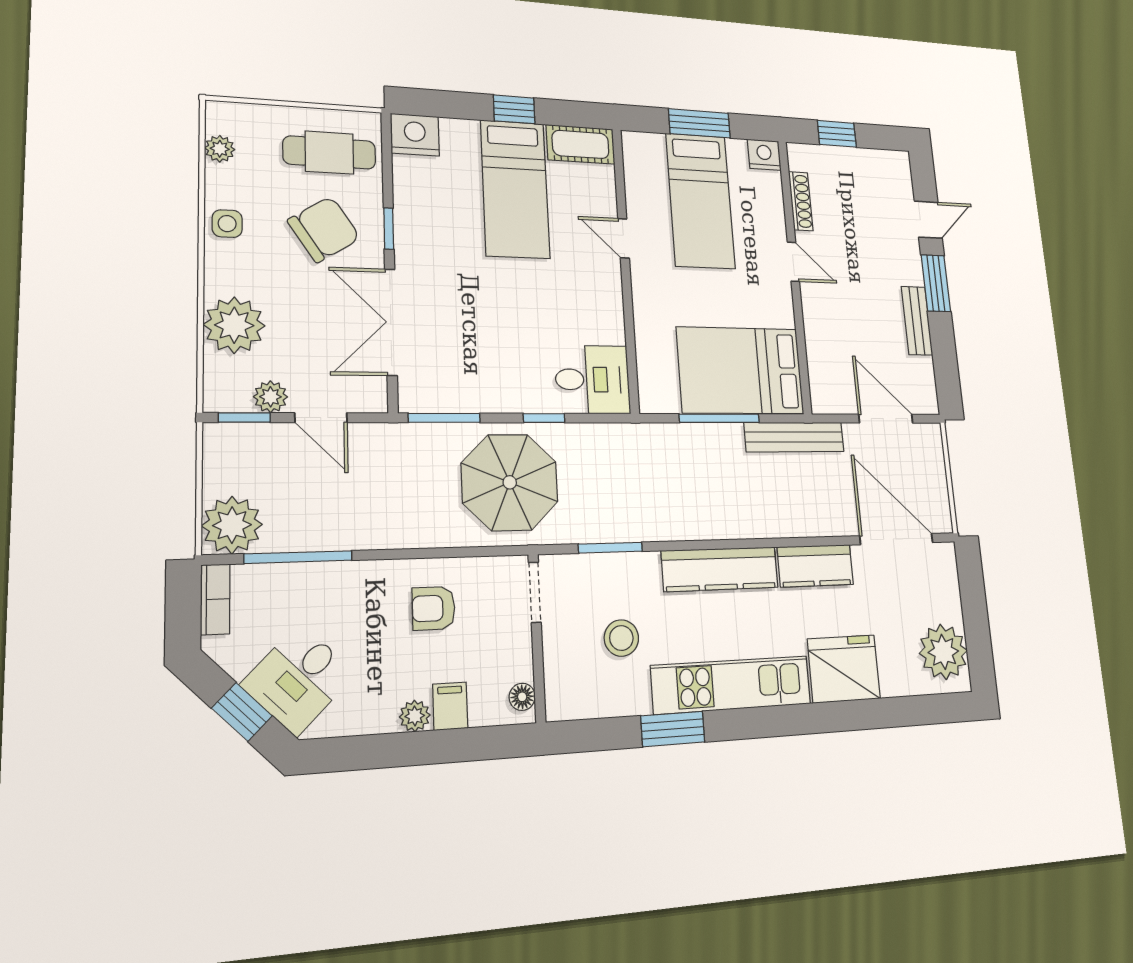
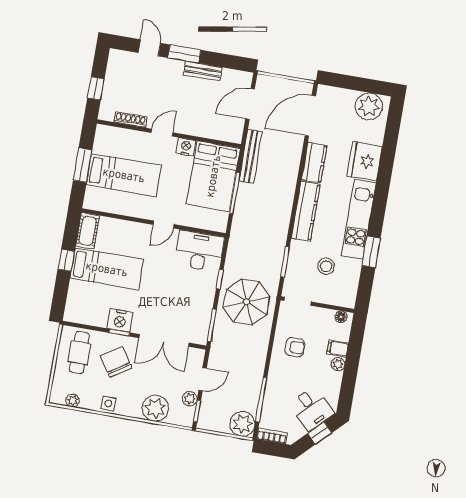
nightstand: (415, 135) -> (120, 320), moved, turned -90
nightstand: (764, 155) -> (186, 147), moved, turned 90
door: (624, 238) -> (164, 224), moved
desk: (592, 380) -> (199, 251), width x1.37
armchair: (434, 608) -> (295, 347), turned -90

